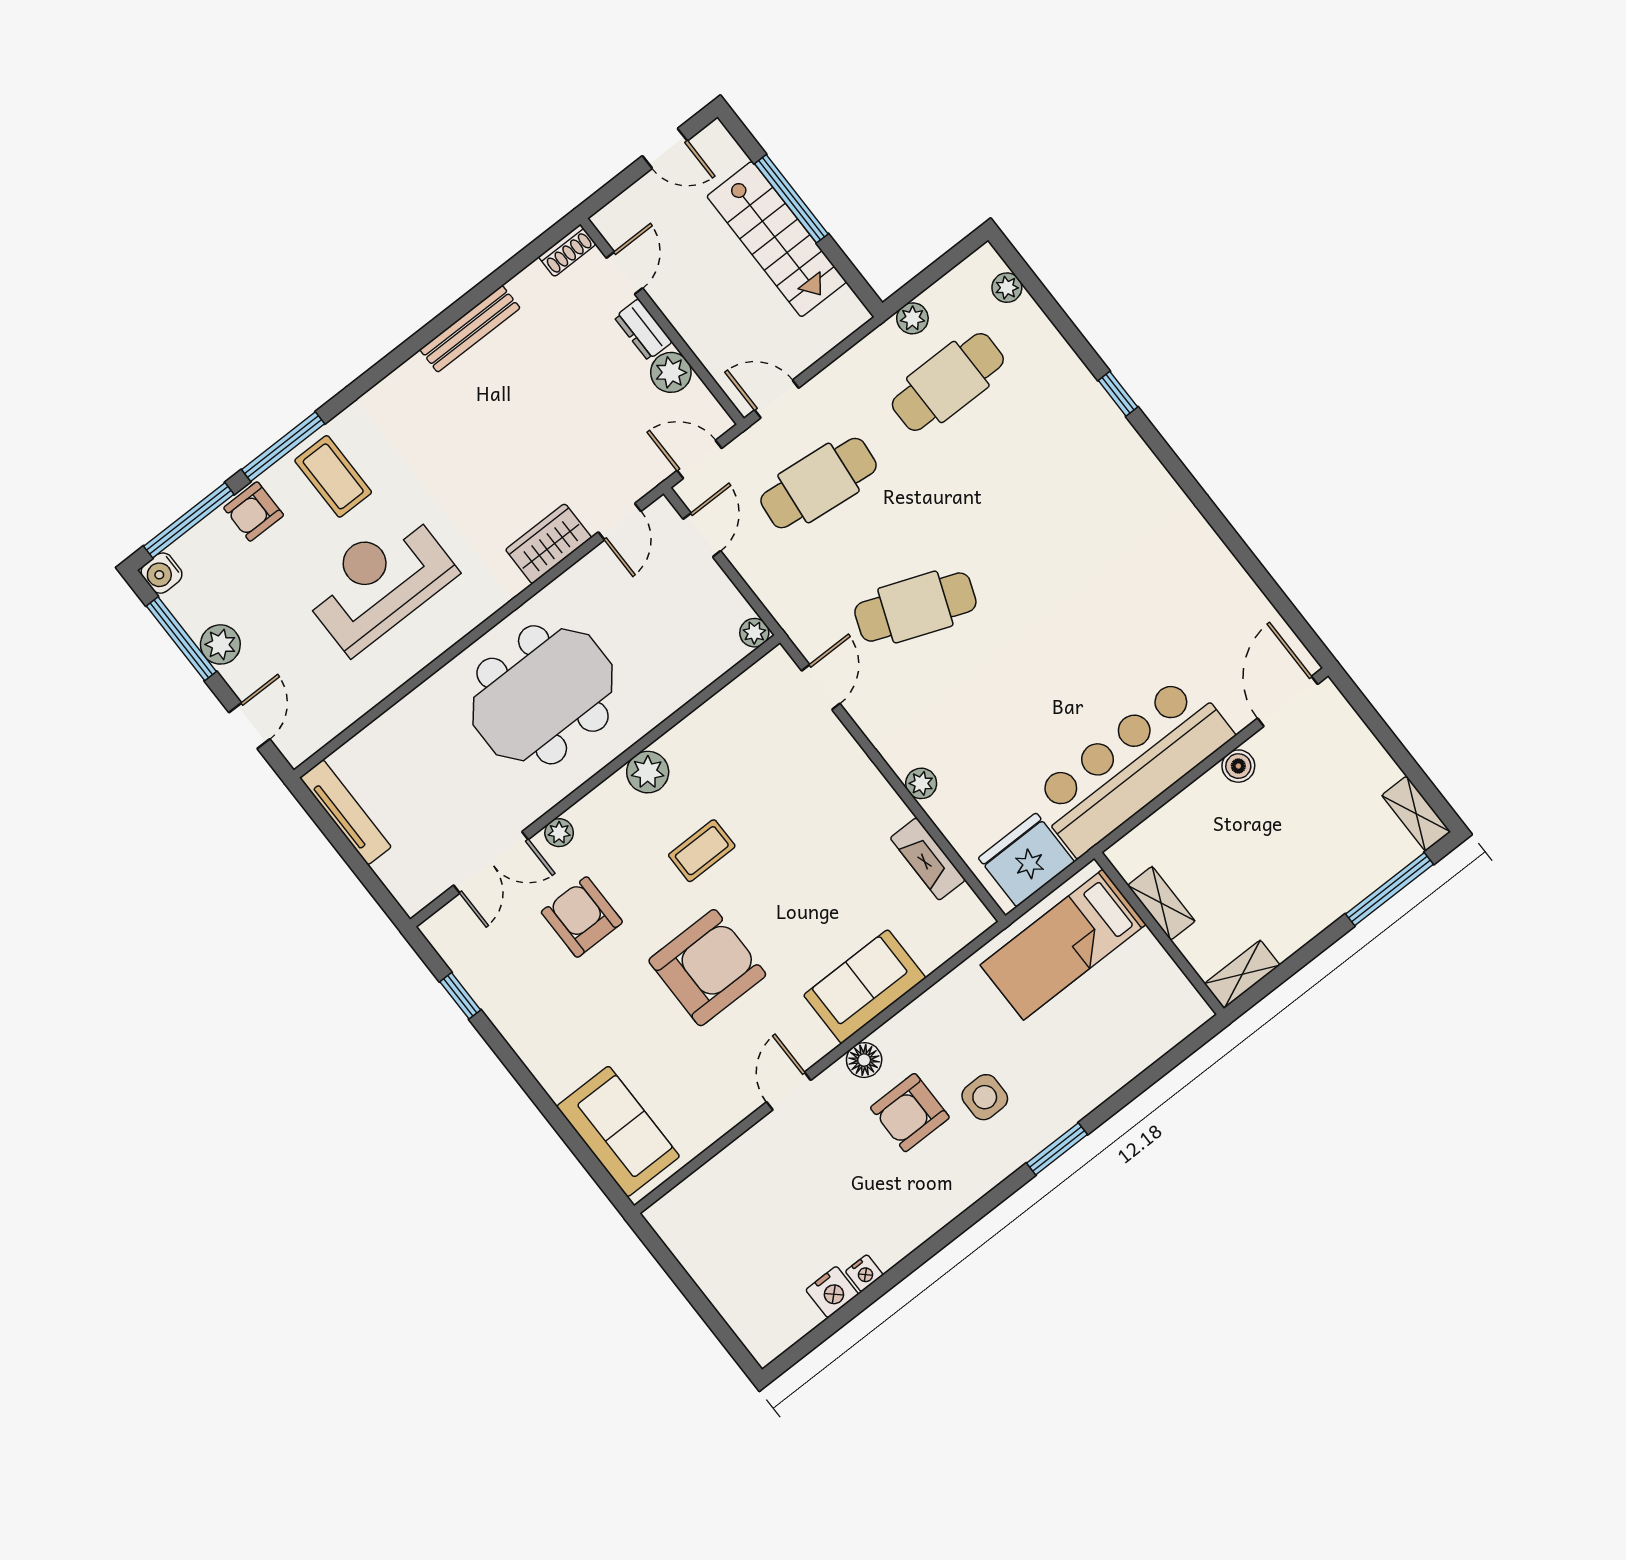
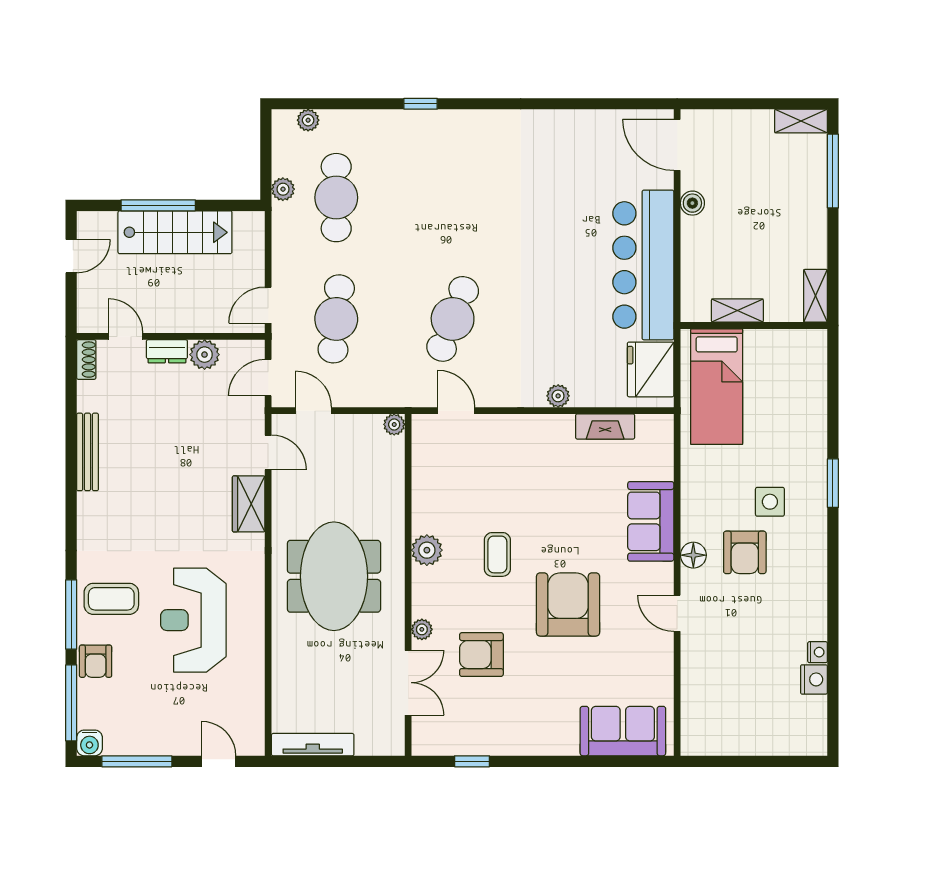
plant: (220, 644) -> (158, 741), removed

